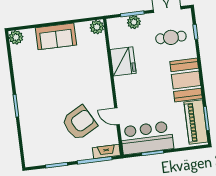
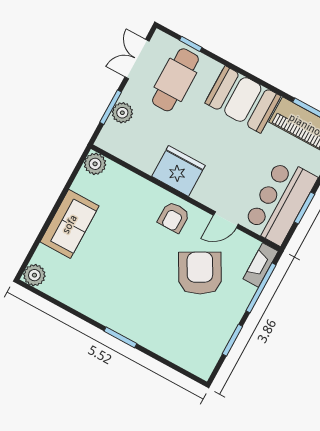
cafe table: (171, 37) -> (175, 80), width x1.37, depth x1.35
fridge: (123, 61) -> (178, 171), moved
armchair: (99, 88) -> (174, 217), added

